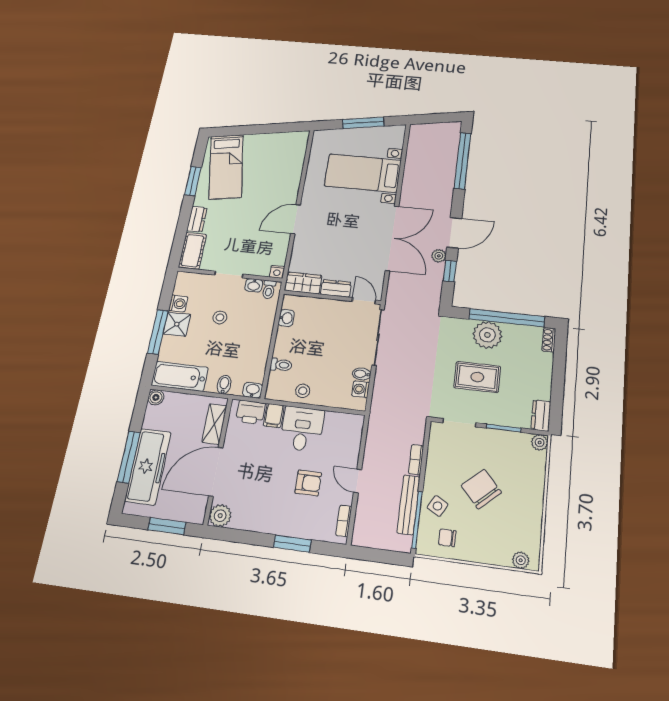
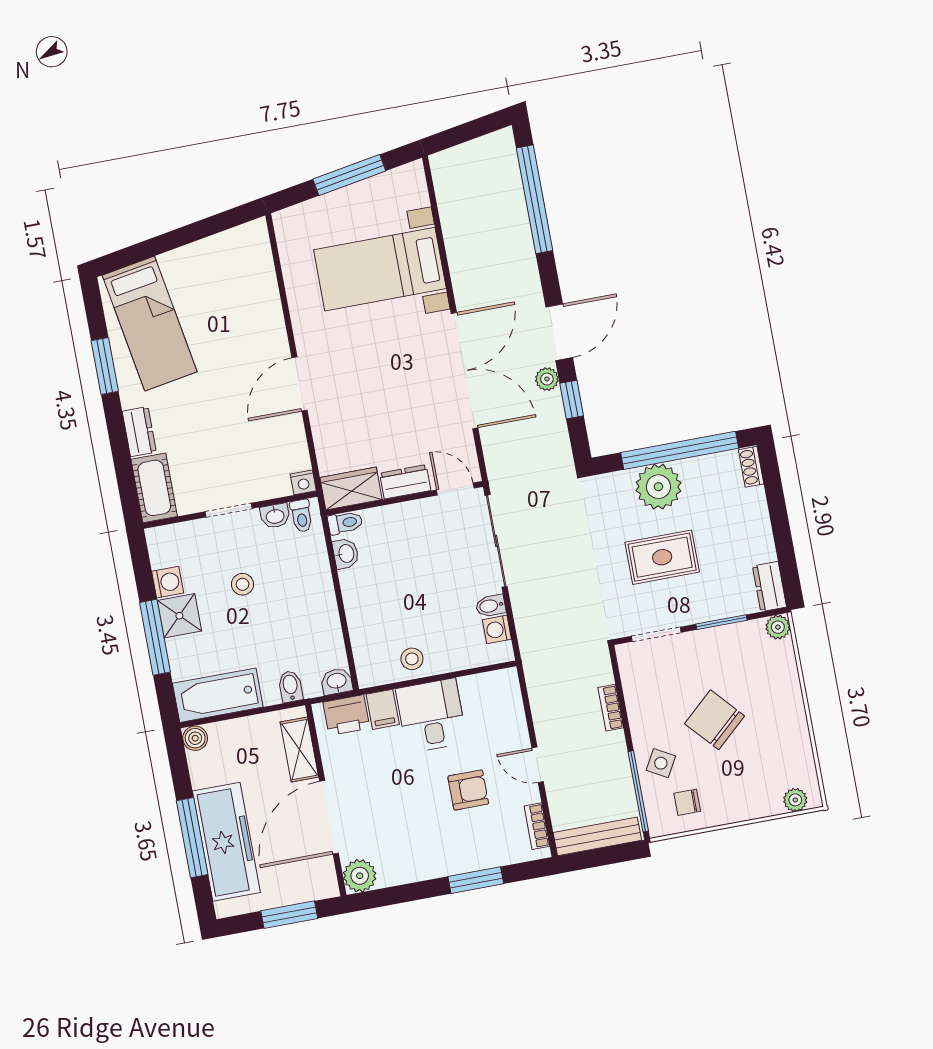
toilet: (281, 365) -> (345, 523), moved
bench: (409, 505) -> (597, 836), moved, turned 90

